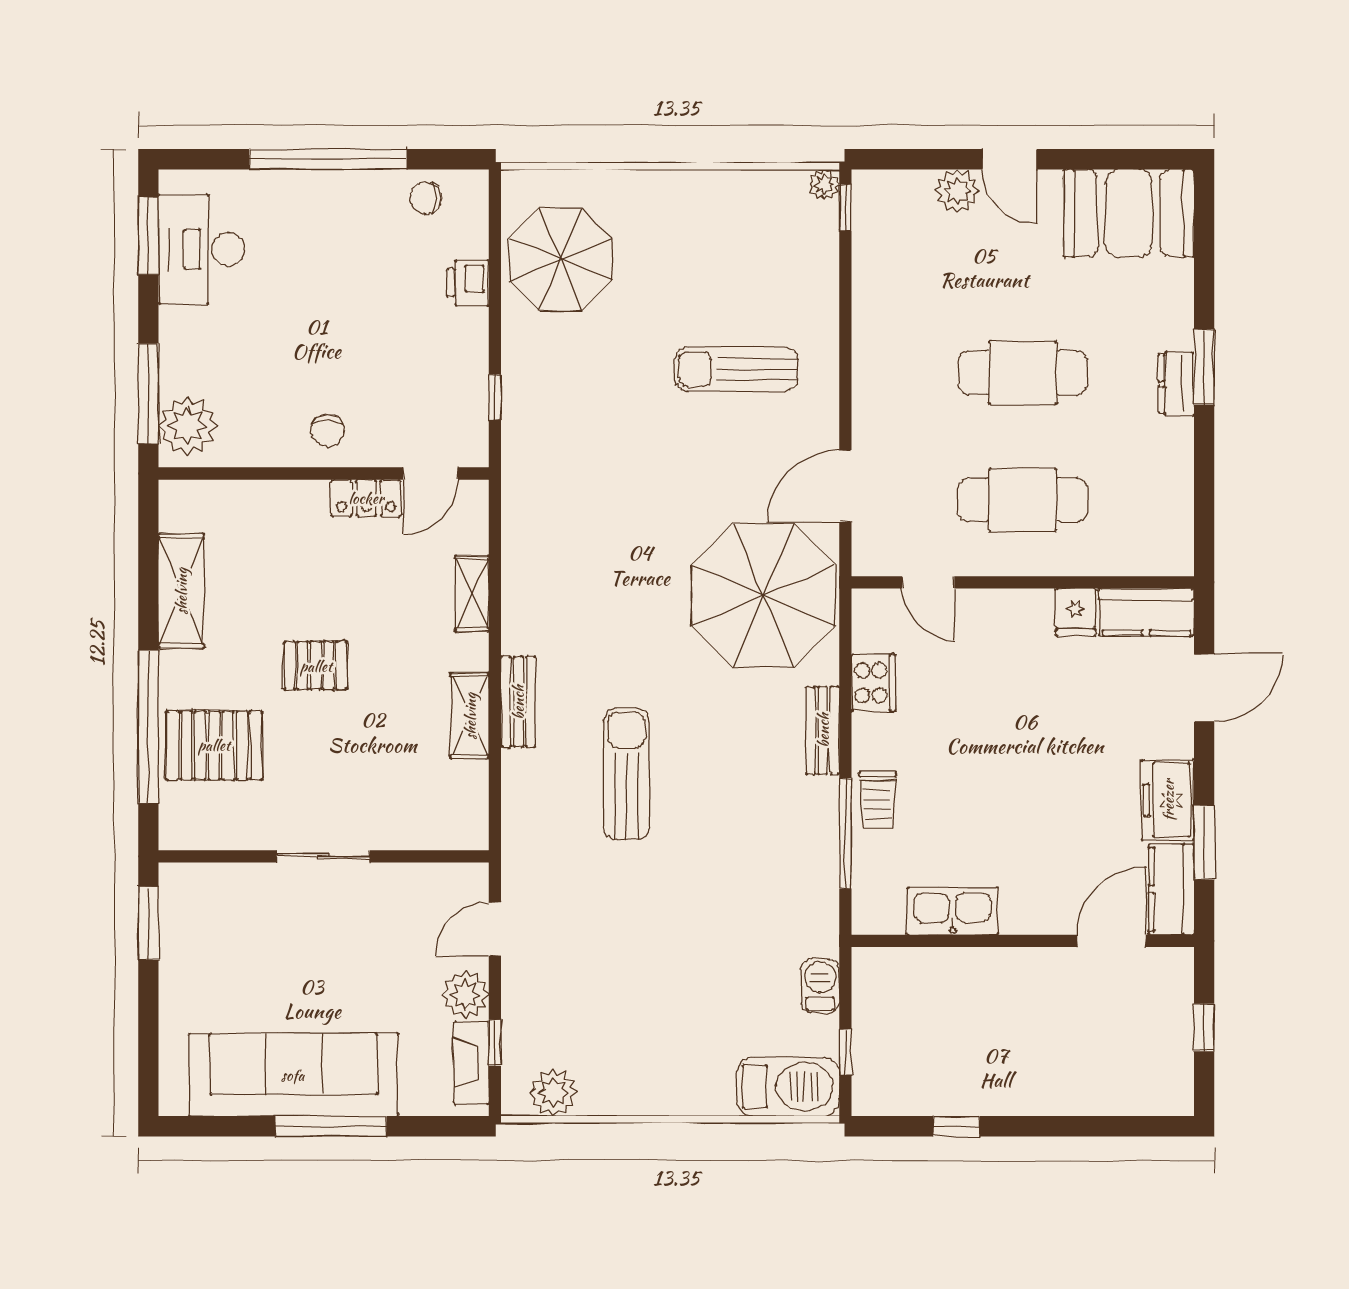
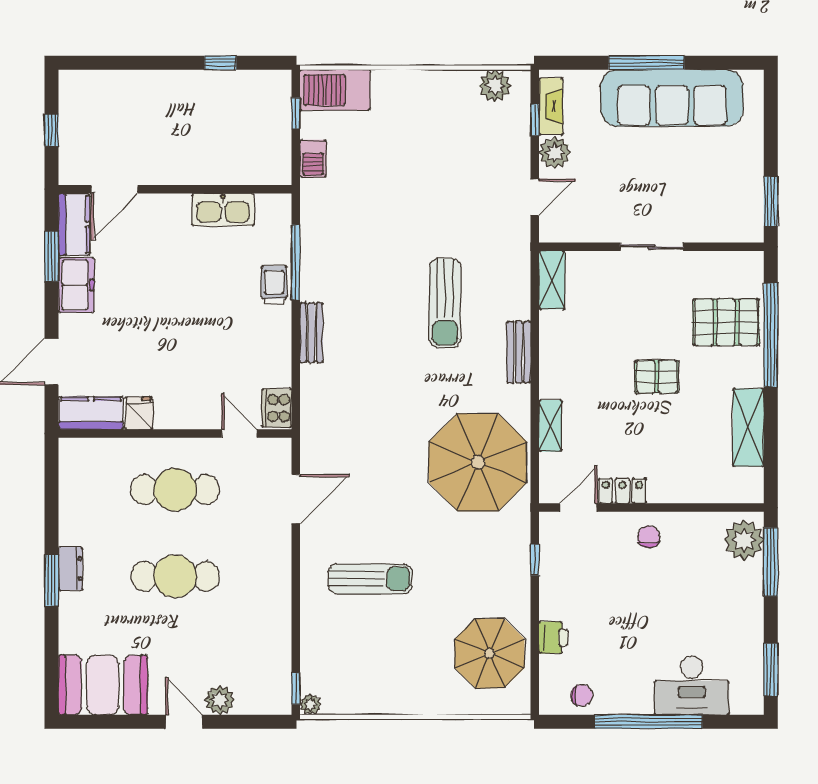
desk: (202, 249) -> (692, 685), moved, turned 90
parasol: (763, 596) -> (478, 462), moved
cooker: (873, 683) -> (277, 408), moved
shelving: (470, 716) -> (552, 280), moved

